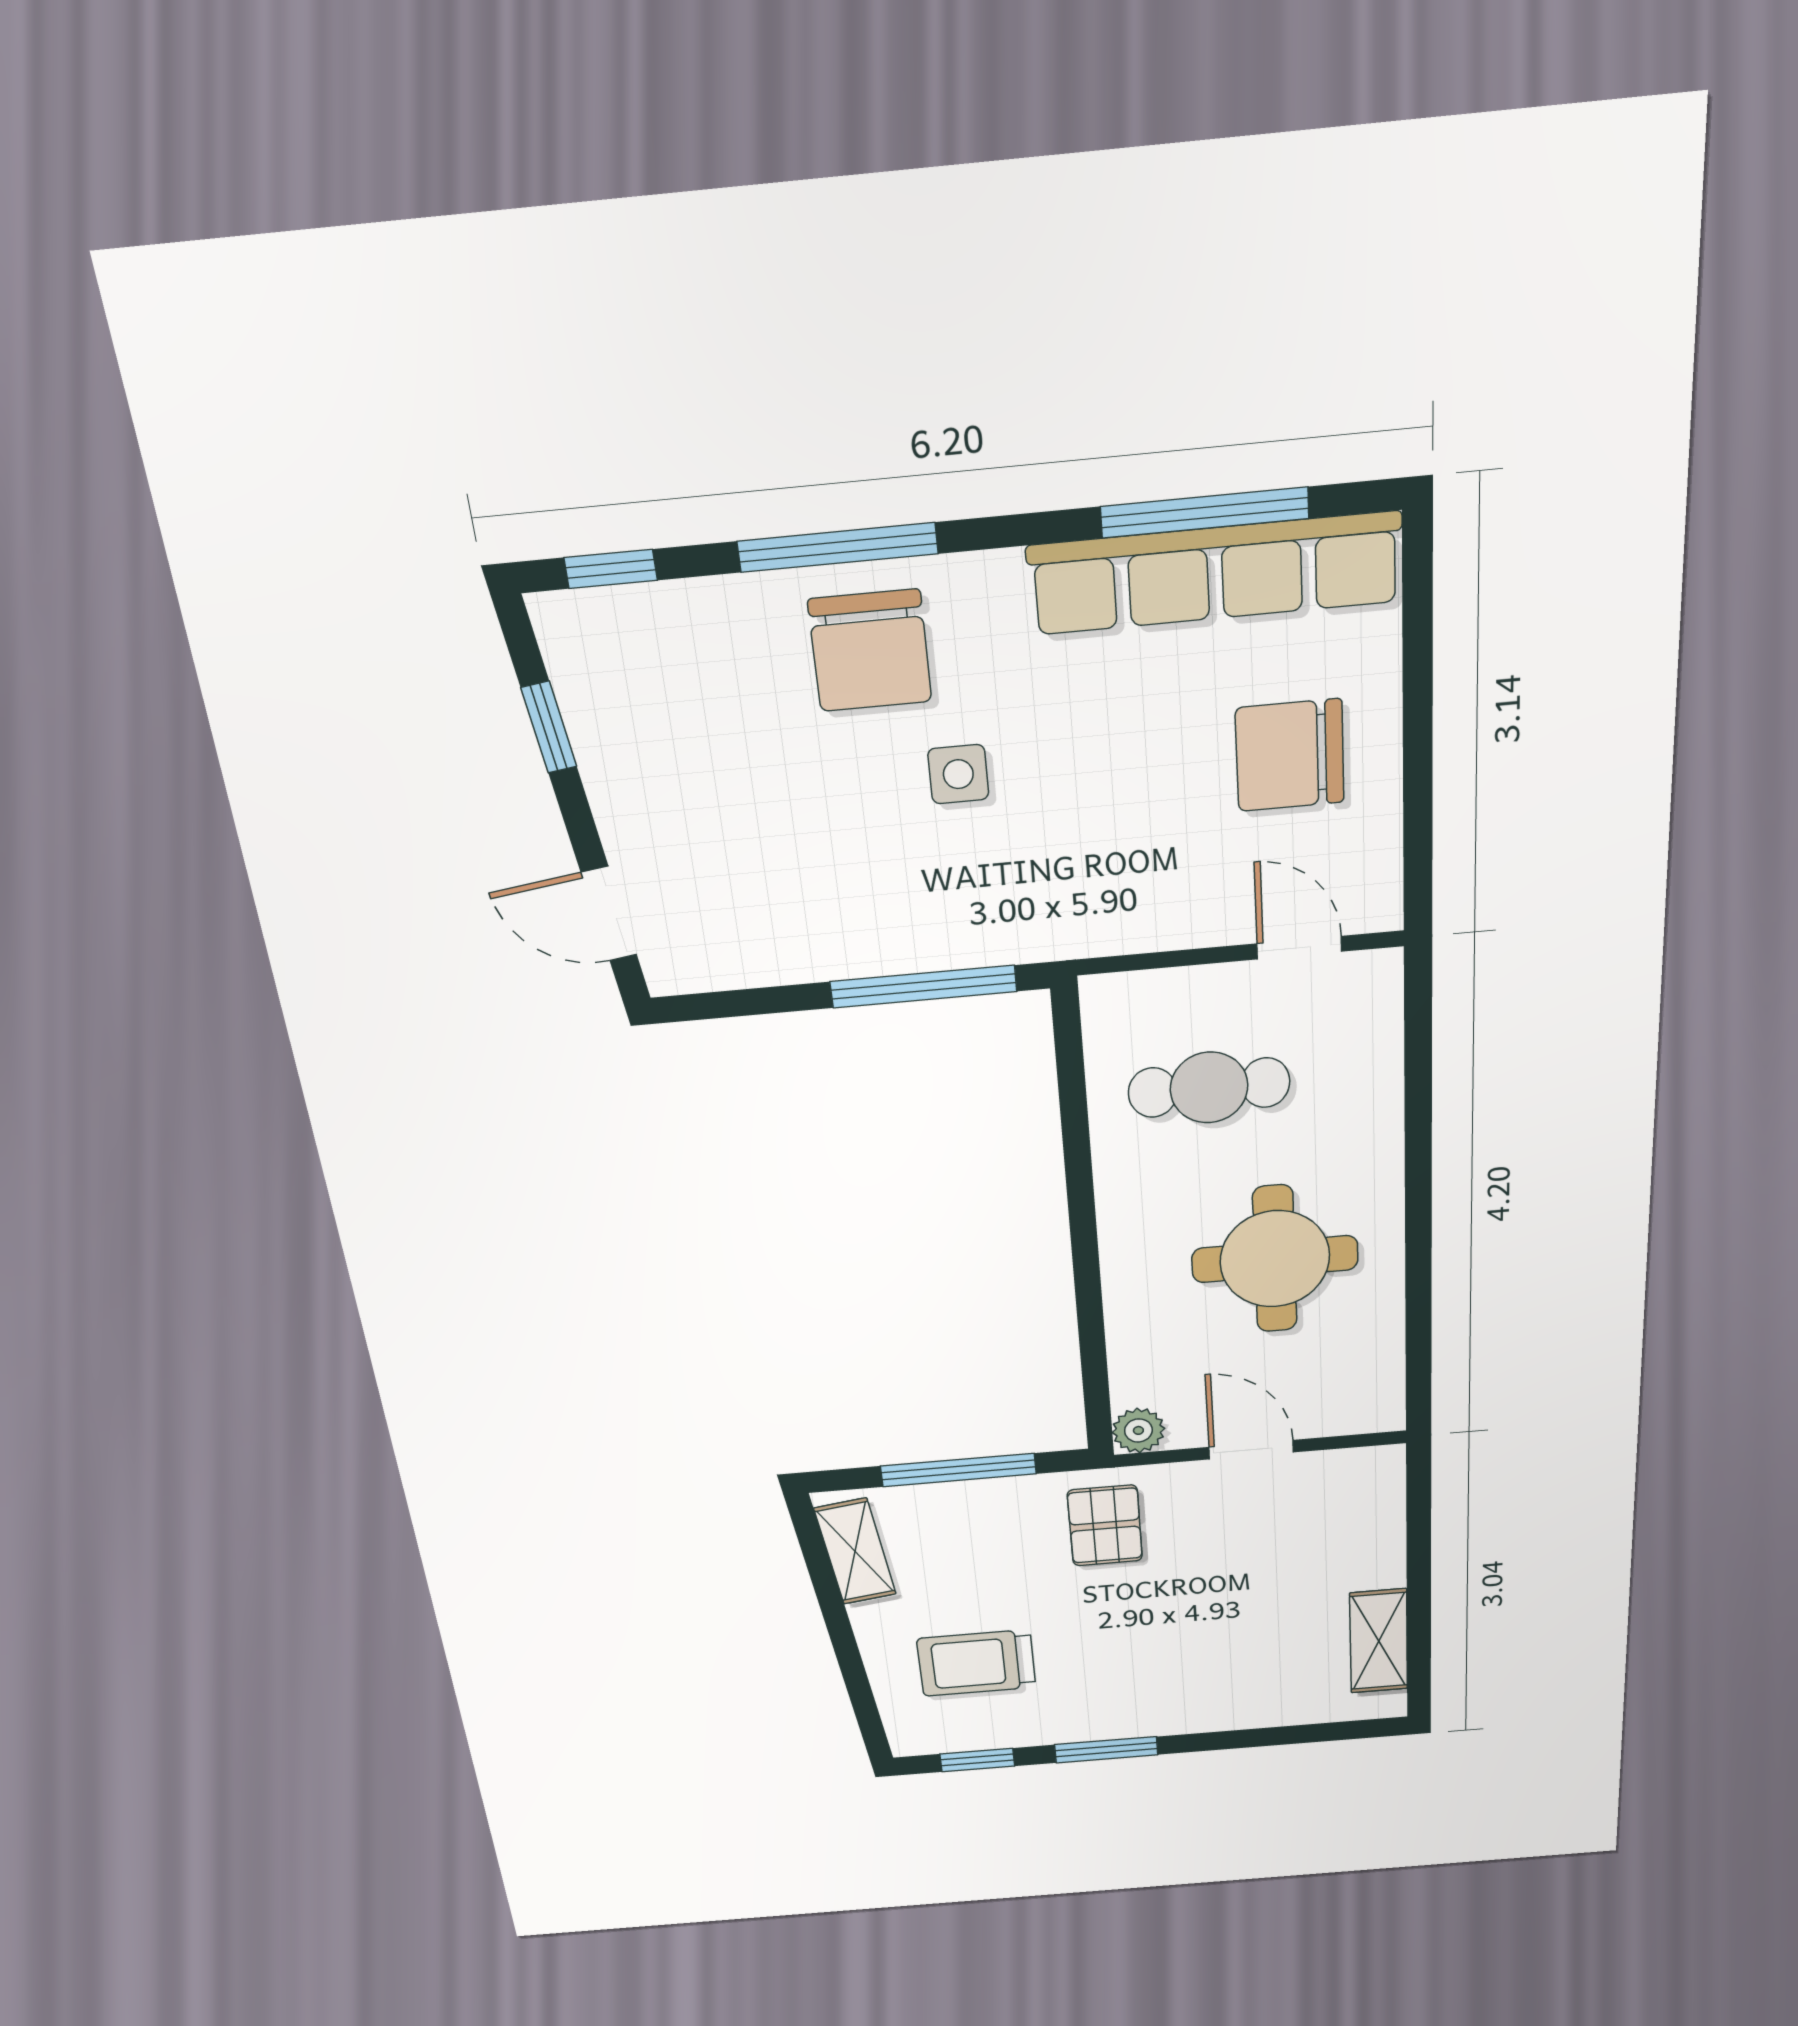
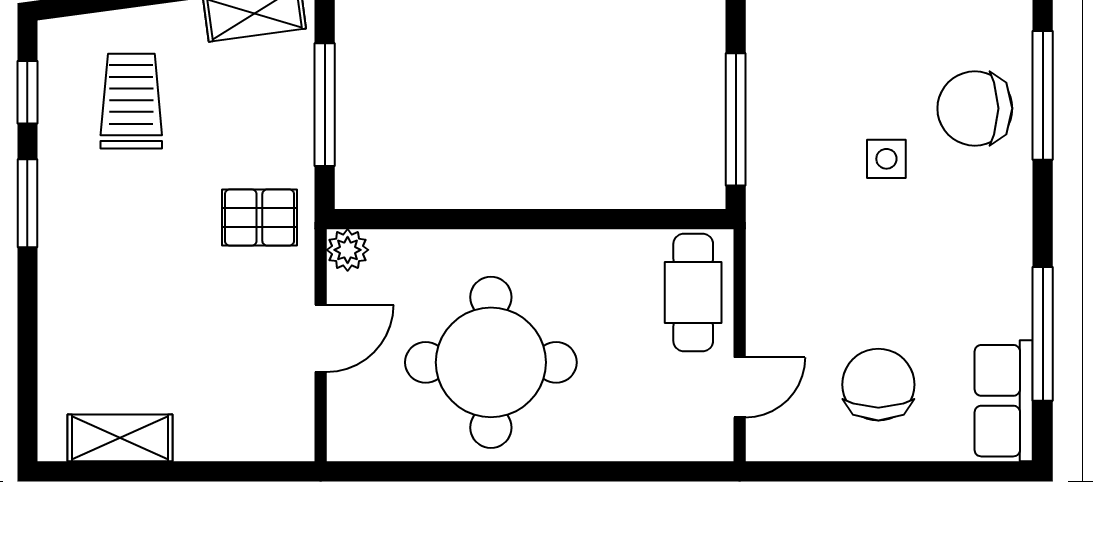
row of seats: (1215, 573) -> (1004, 401), width x0.50
cafe table: (1209, 1088) -> (693, 292), moved
round table: (1275, 1259) -> (491, 362), width x1.36, depth x1.36

